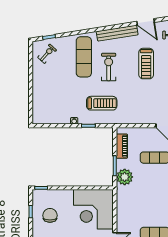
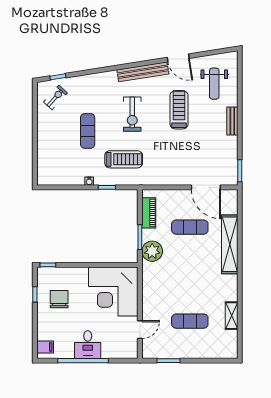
exercise mat: (84, 57) -> (88, 131), moved, width x0.73, depth x0.69
treadmill: (146, 64) -> (179, 110), turned 180
exercise bike: (109, 67) -> (132, 114), turned 180

